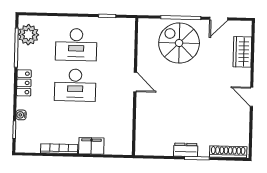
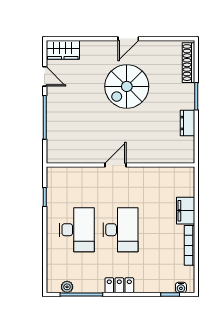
plant: (28, 35) -> (67, 287), width x0.53, depth x0.53
spiral stairs: (179, 43) -> (127, 86), moved
wardrobe: (242, 52) -> (63, 50), moved
water cooler: (21, 115) -> (181, 287), moved
dresser: (186, 150) -> (187, 123), moved

